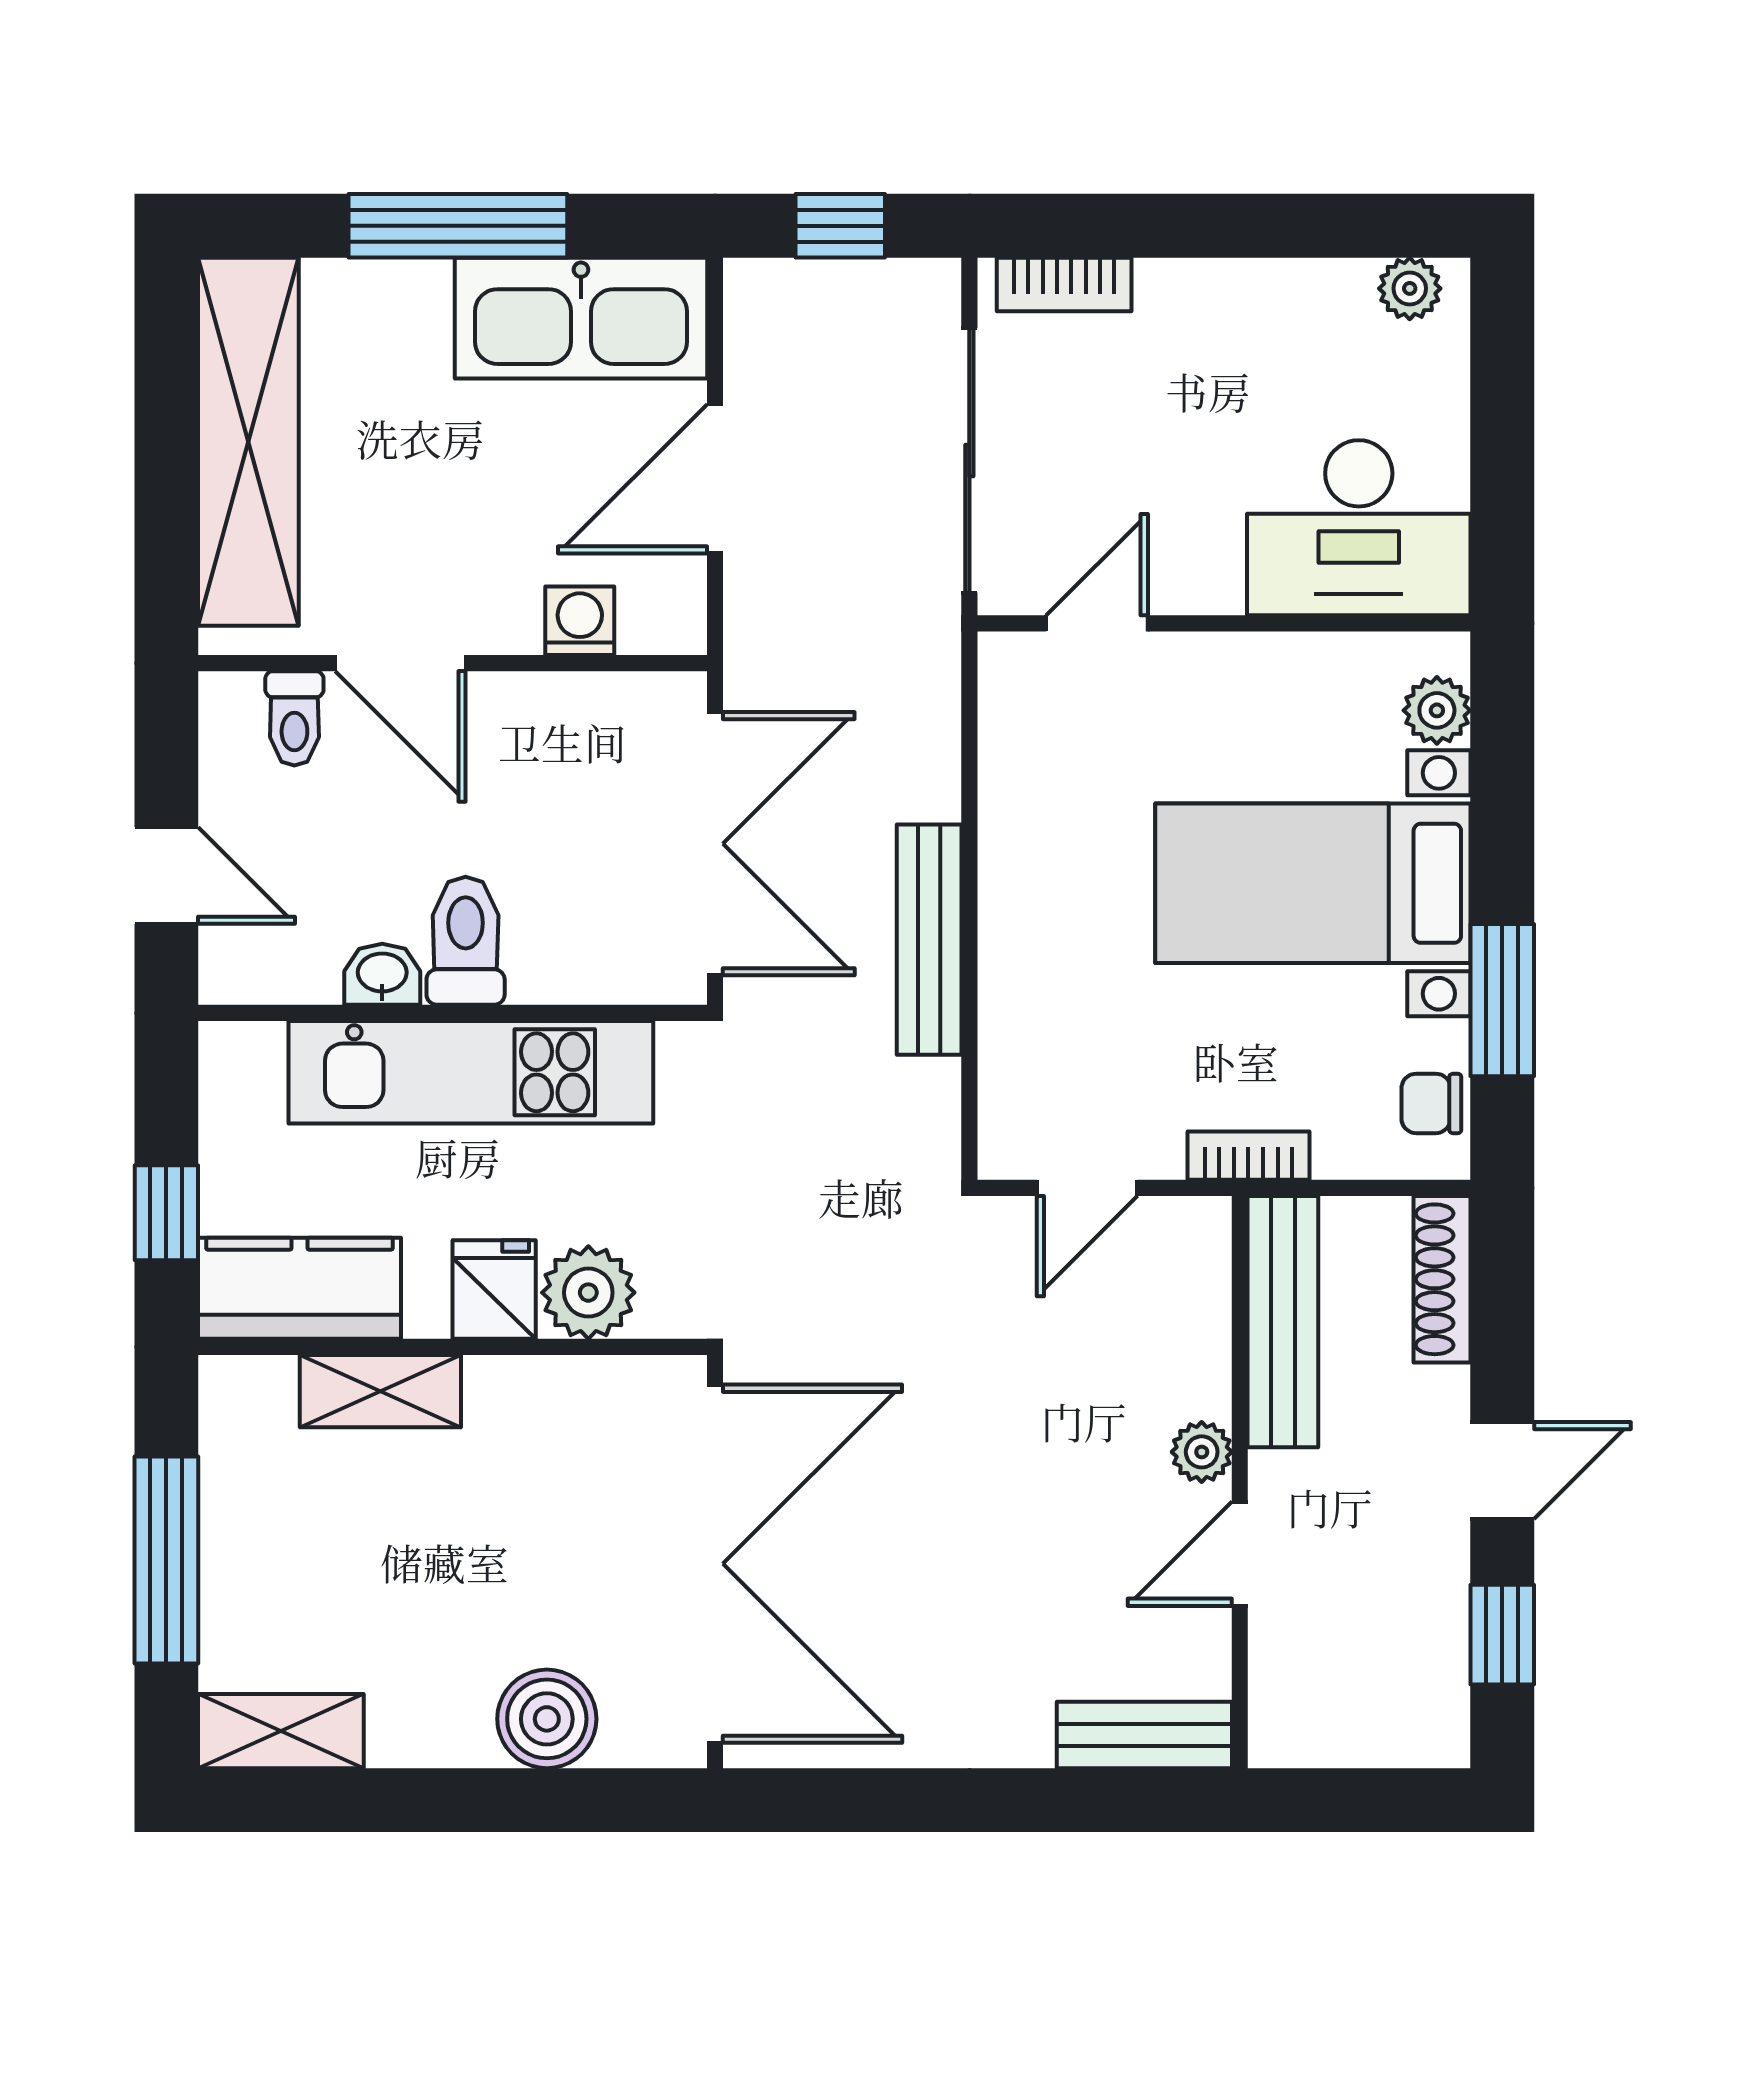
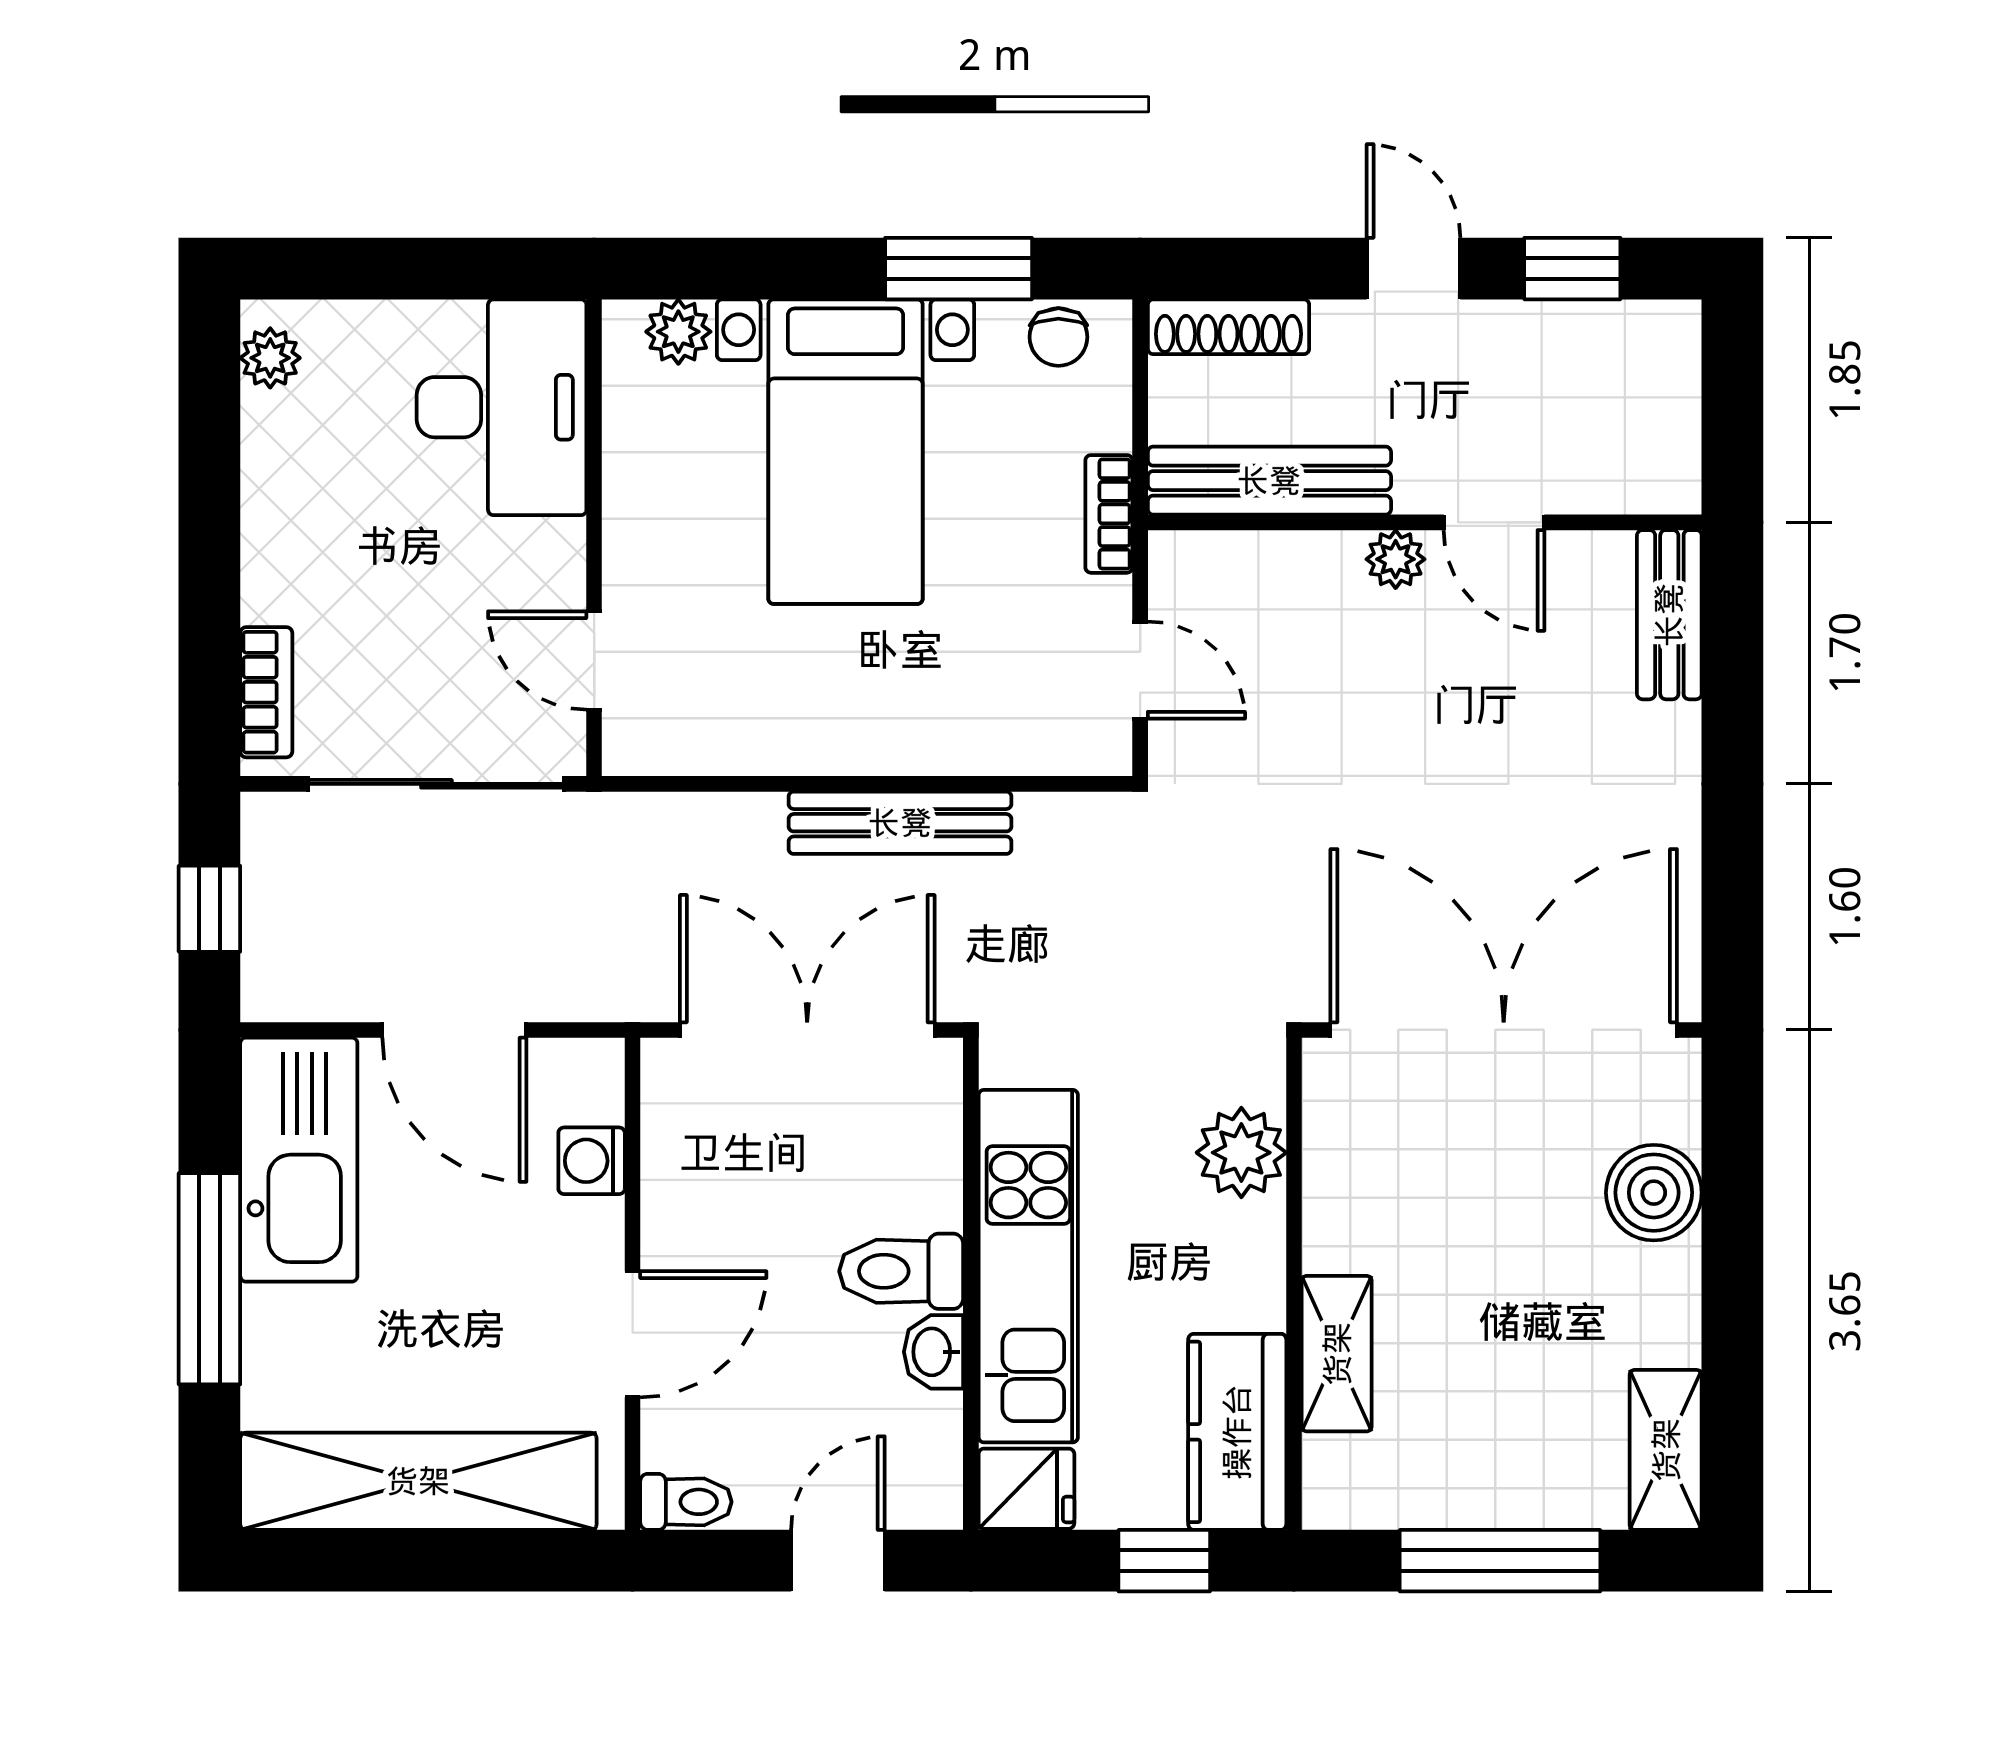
toilet: (294, 718) -> (686, 1502), moved
fridge: (494, 1290) -> (1026, 1489), moved, turned 180

